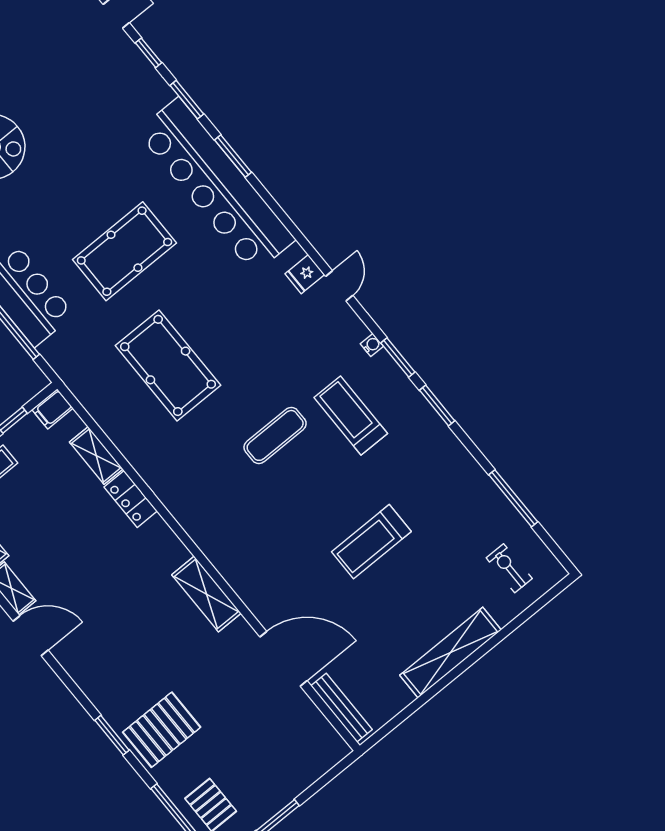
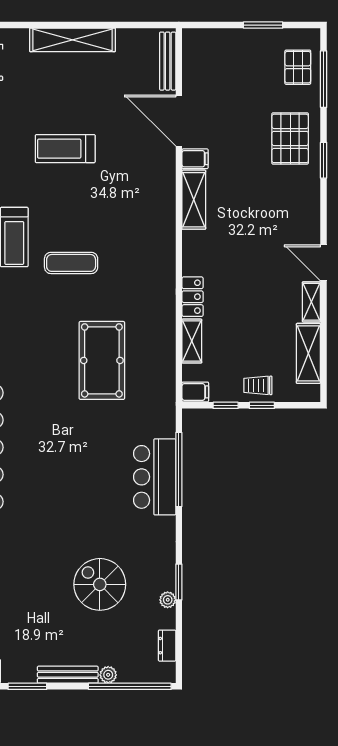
pool table: (124, 251) -> (71, 453), removed
treadmill: (371, 542) -> (65, 149), turned 180
filing cabinet: (238, 635) -> (195, 159), added
pallet: (162, 730) -> (290, 138), turned 90

